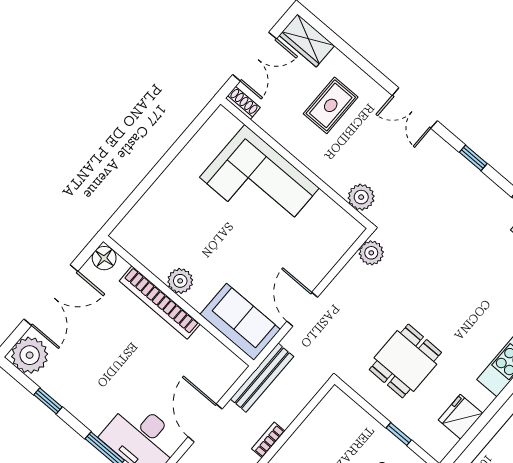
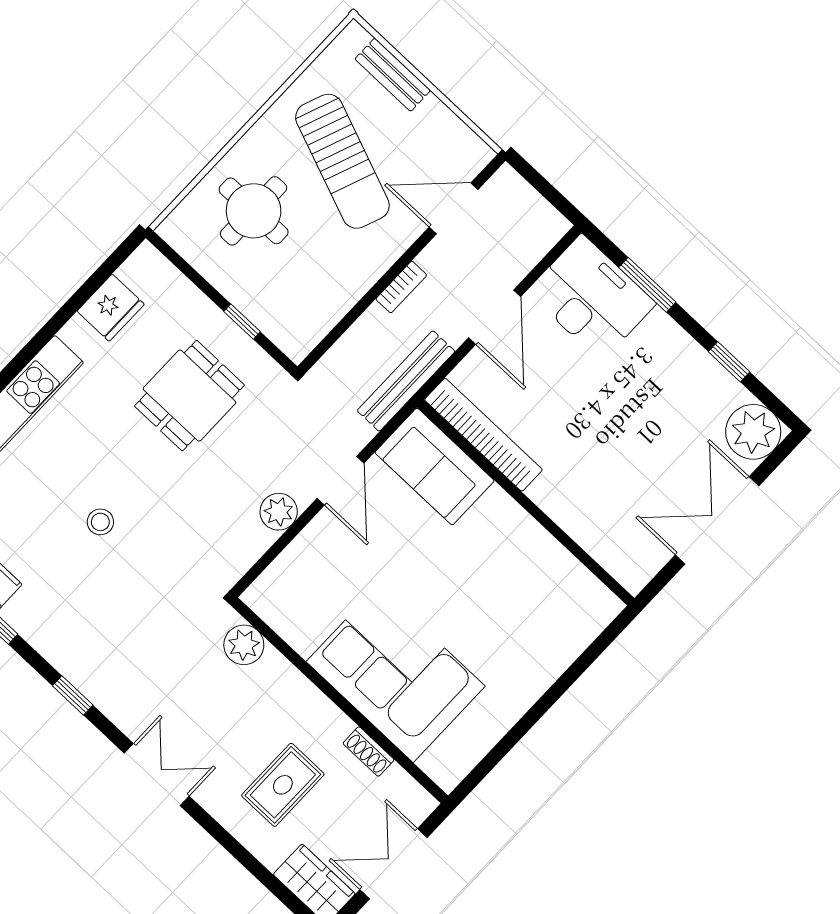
shoe rack: (243, 103) -> (369, 752), moved
plant: (371, 253) -> (279, 512), moved
floor lamp: (104, 258) -> (634, 572), removed
stool: (461, 274) -> (100, 522), added
plant: (180, 281) -> (522, 532), removed
bookcase: (160, 303) -> (483, 435), moved
window: (399, 434) -> (242, 322), moved

